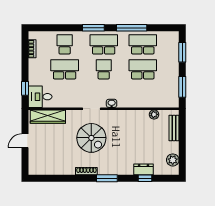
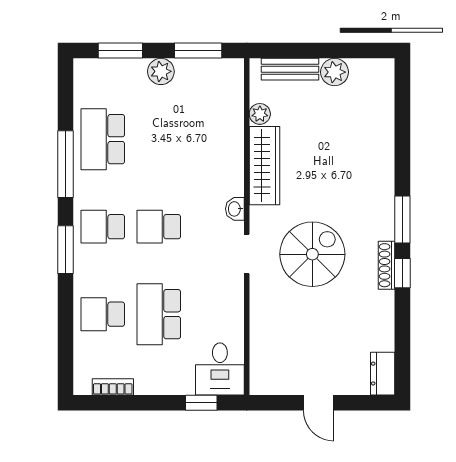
school desk: (104, 44) -> (103, 227), width x0.54
school desk: (143, 69) -> (159, 139), removed
plant: (173, 70) -> (161, 71), added
wardrobe: (48, 117) -> (264, 166), moved
plant: (173, 160) -> (335, 72), moved
dresser: (144, 169) -> (383, 374), moved
window: (145, 178) -> (402, 273), moved

